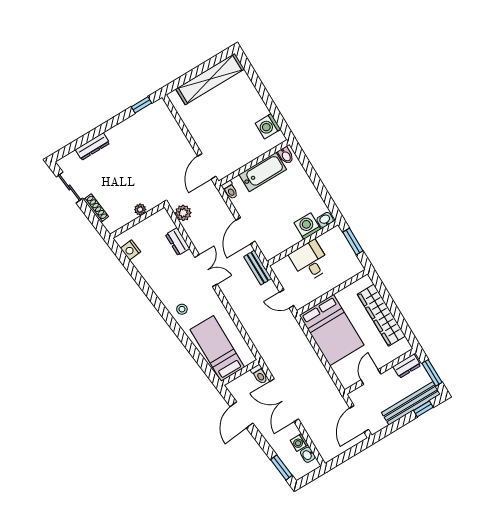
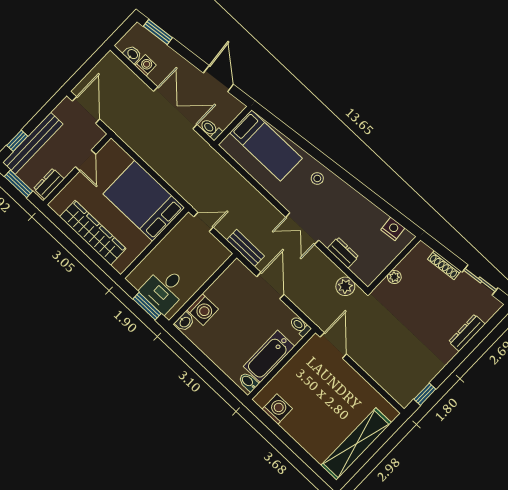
desk: (310, 261) -> (164, 289), moved, turned 90

